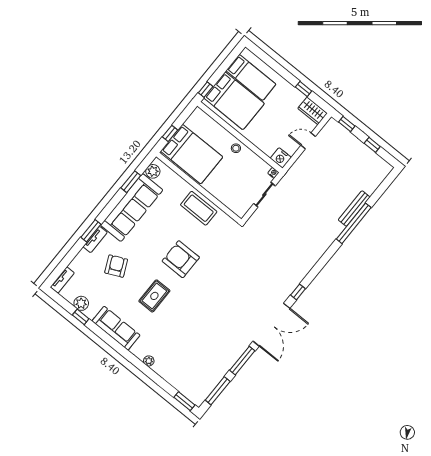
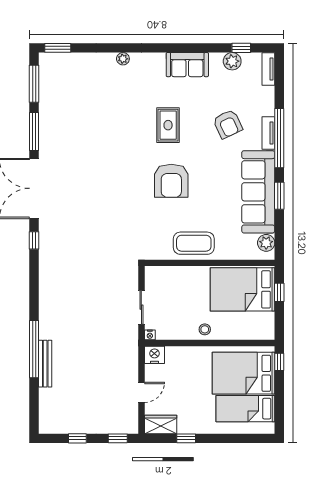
window: (131, 182) -> (279, 196), moved
window: (91, 231) -> (279, 138), width x2.11
armchair: (181, 259) -> (171, 181), turned 90
window: (81, 317) -> (241, 48), moved
sofa: (116, 328) -> (187, 65), width x0.73

